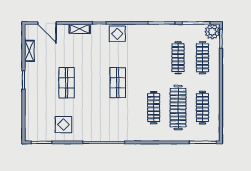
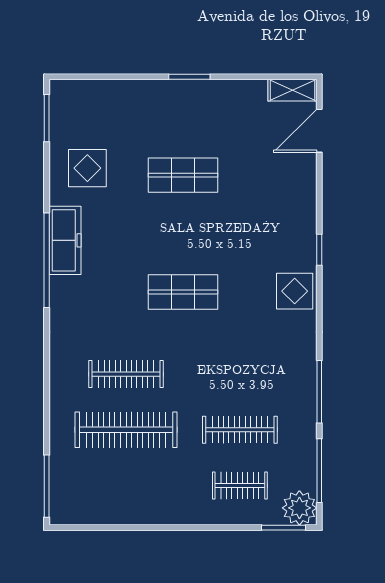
shelving: (80, 29) -> (306, 205), removed
shelving: (29, 51) -> (292, 90), moved
clothes rail: (202, 58) -> (240, 486), width x0.73
clothes rail: (202, 108) -> (126, 486), removed
freezer: (95, 134) -> (65, 240), added

